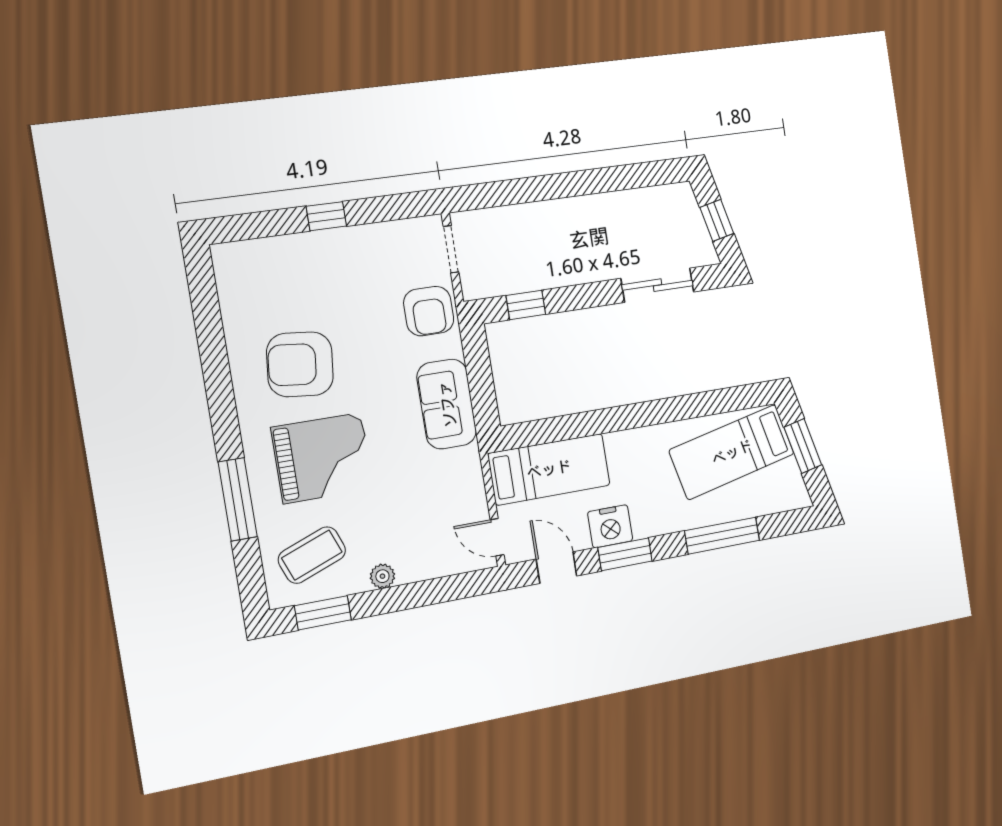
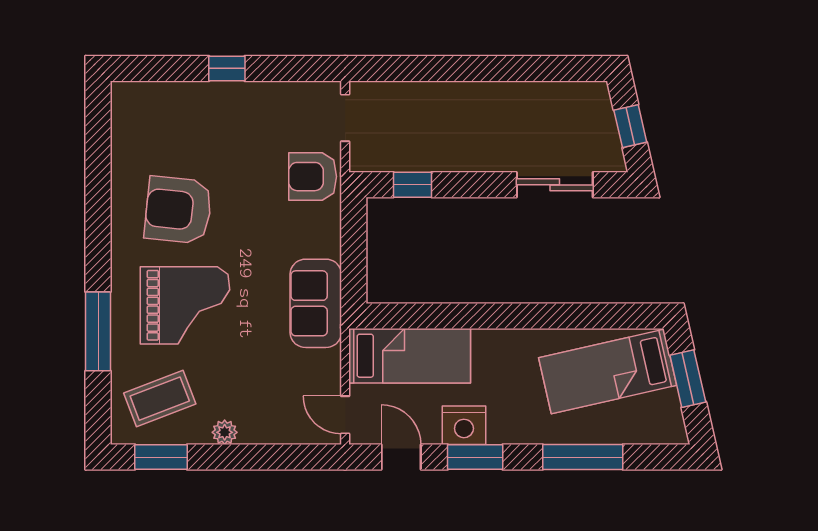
armchair: (429, 311) -> (313, 177), turned 90
sofa: (447, 404) -> (316, 303), moved

